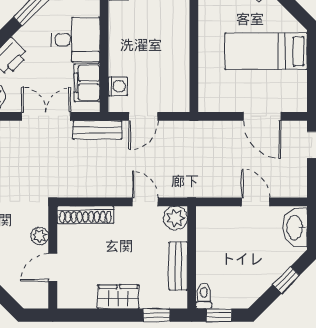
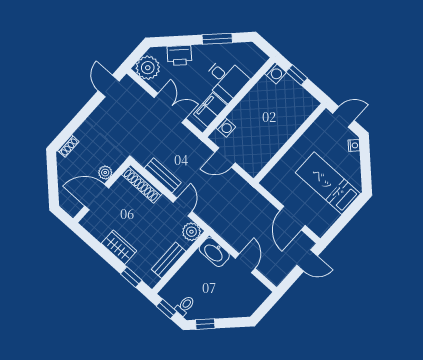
bench: (98, 130) -> (163, 175), moved
washbasin: (295, 228) -> (214, 252), moved, turned -90
door: (53, 267) -> (97, 197), width x1.38
window: (286, 280) -> (205, 324), moved
toilet: (204, 296) -> (185, 306), moved

